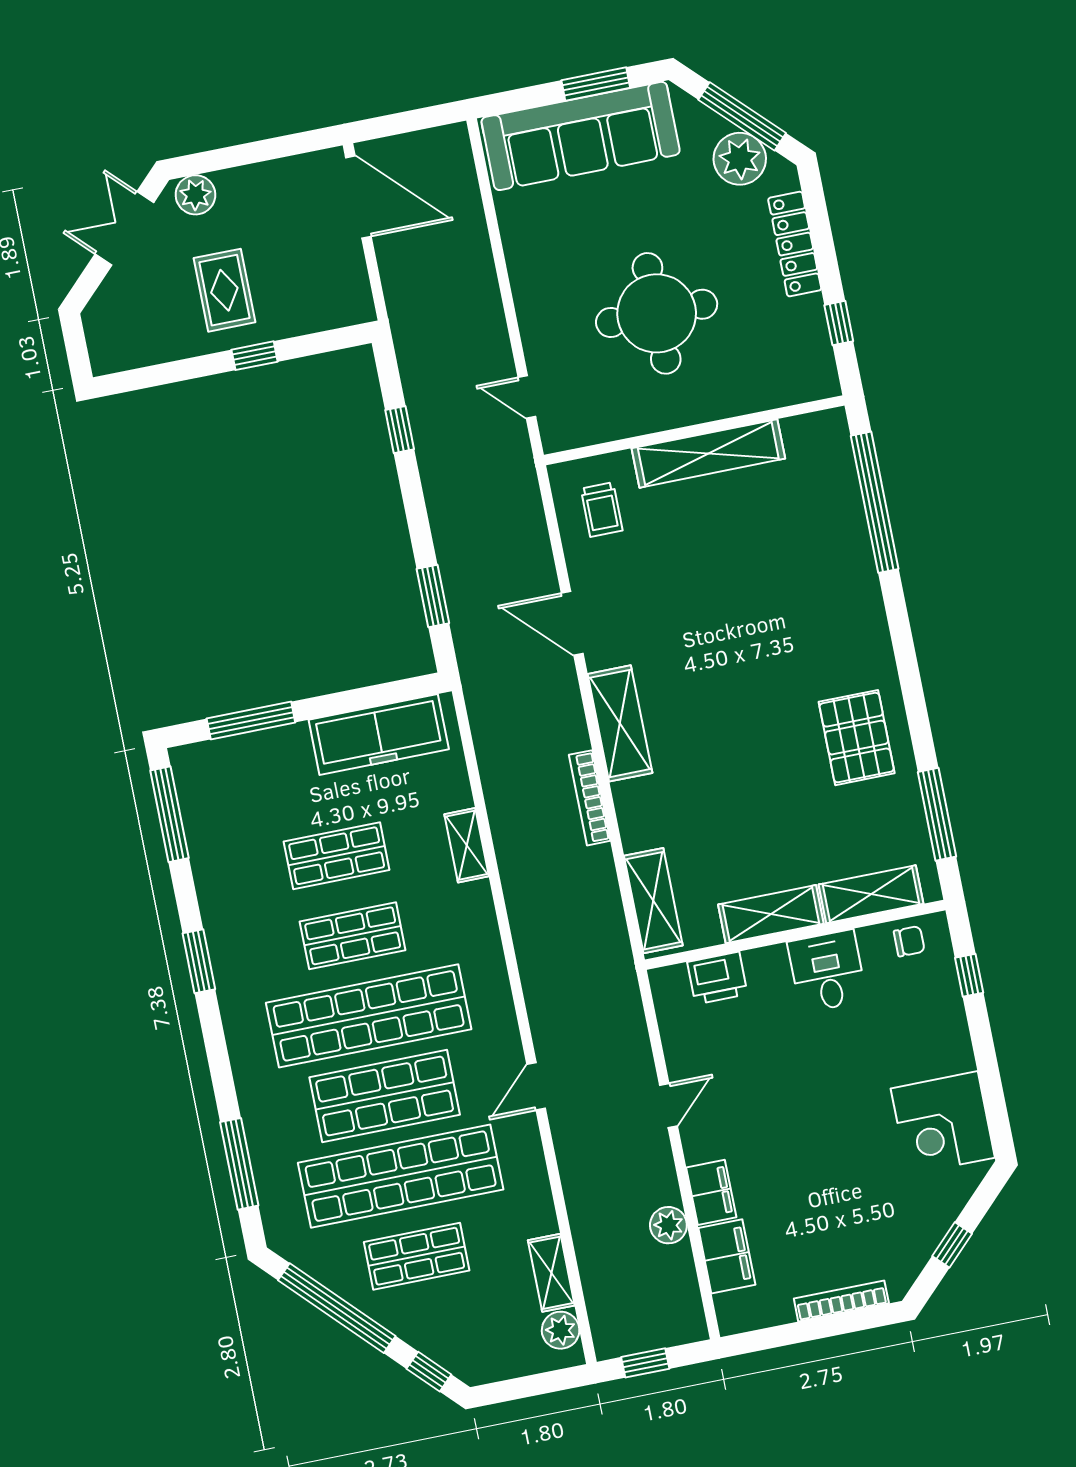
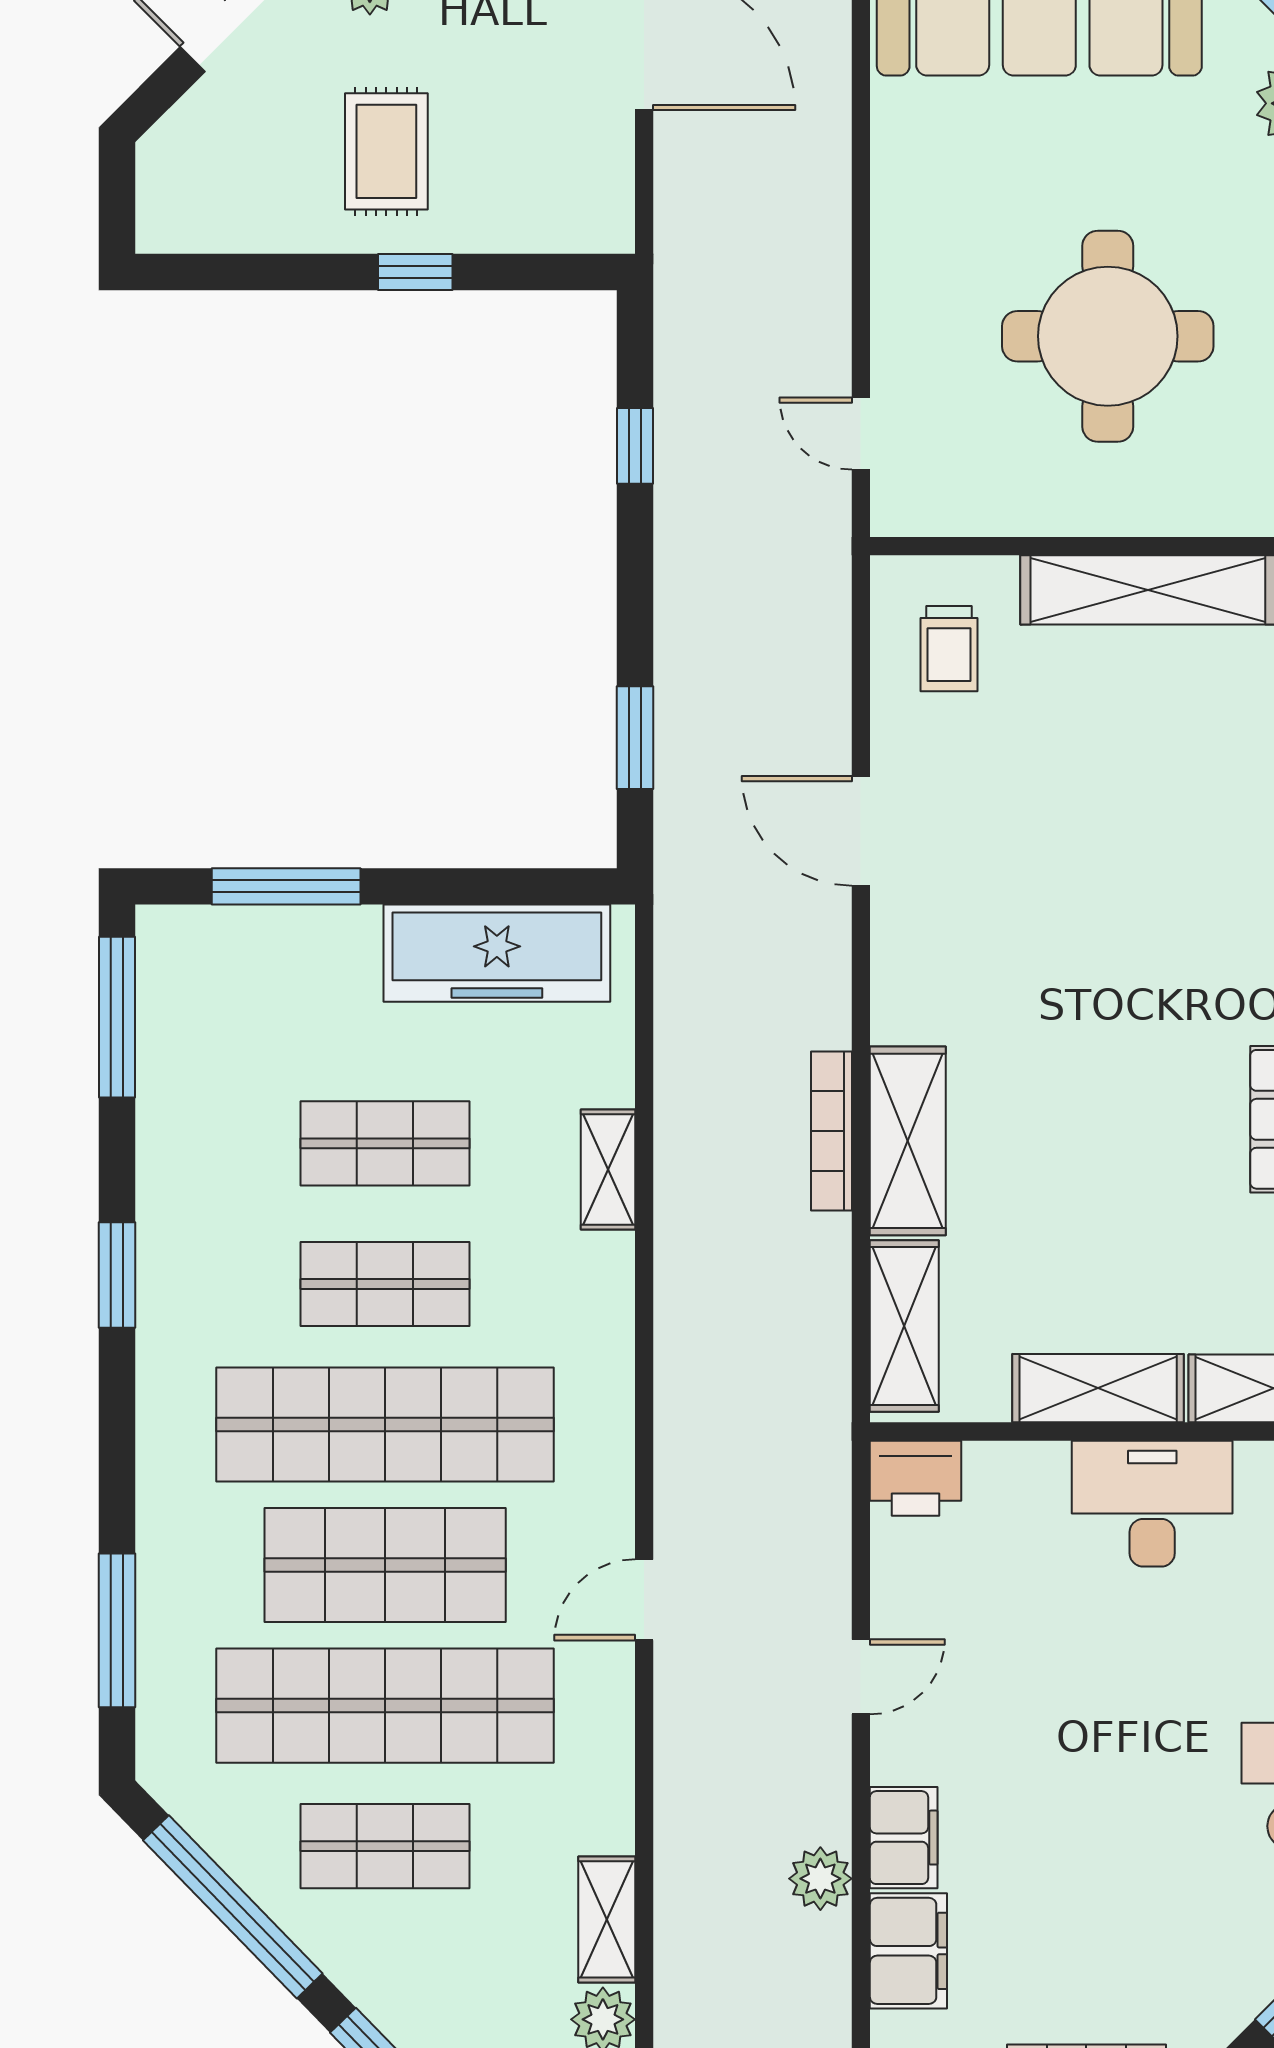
shelving: (620, 723) -> (908, 1141), moved
desk: (827, 971) -> (1152, 1504), width x1.37
printer: (717, 978) -> (915, 1478), moved

